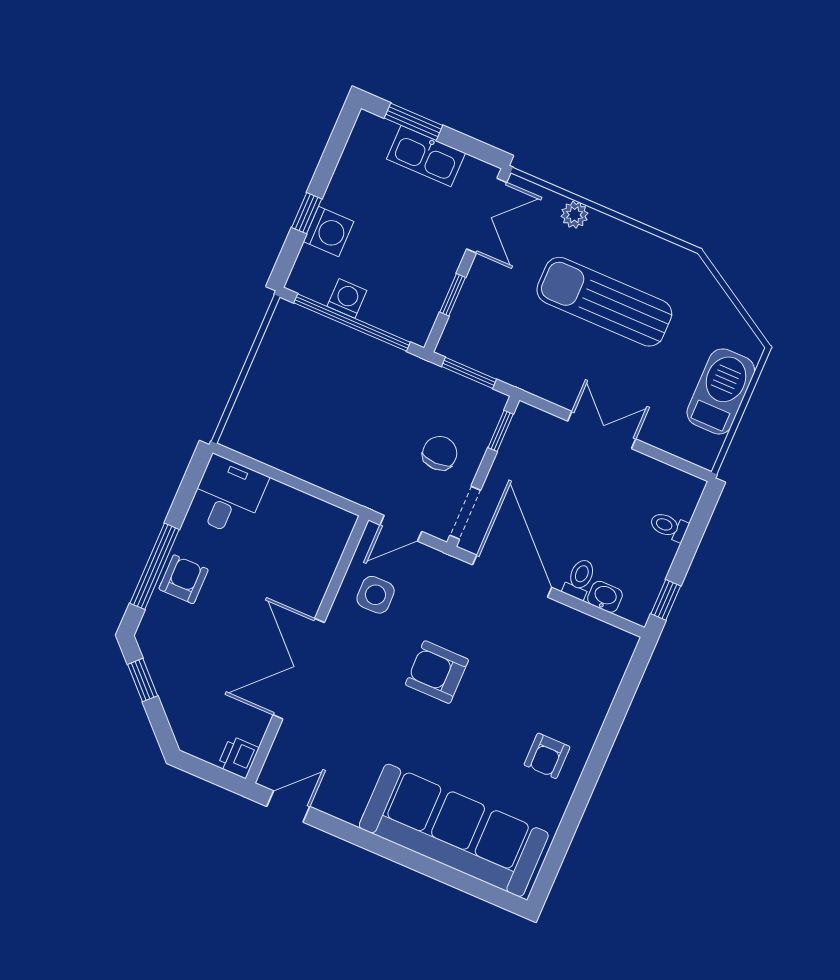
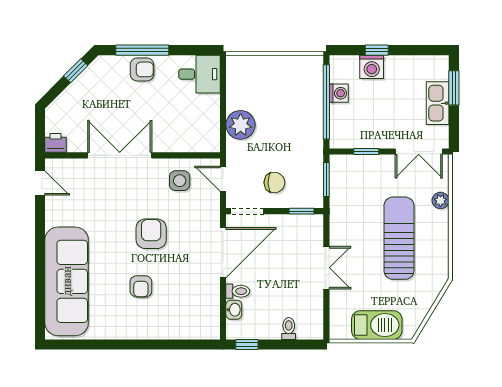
plant: (331, 467) -> (241, 125), added
armchair: (547, 756) -> (141, 286), moved, turned -90

